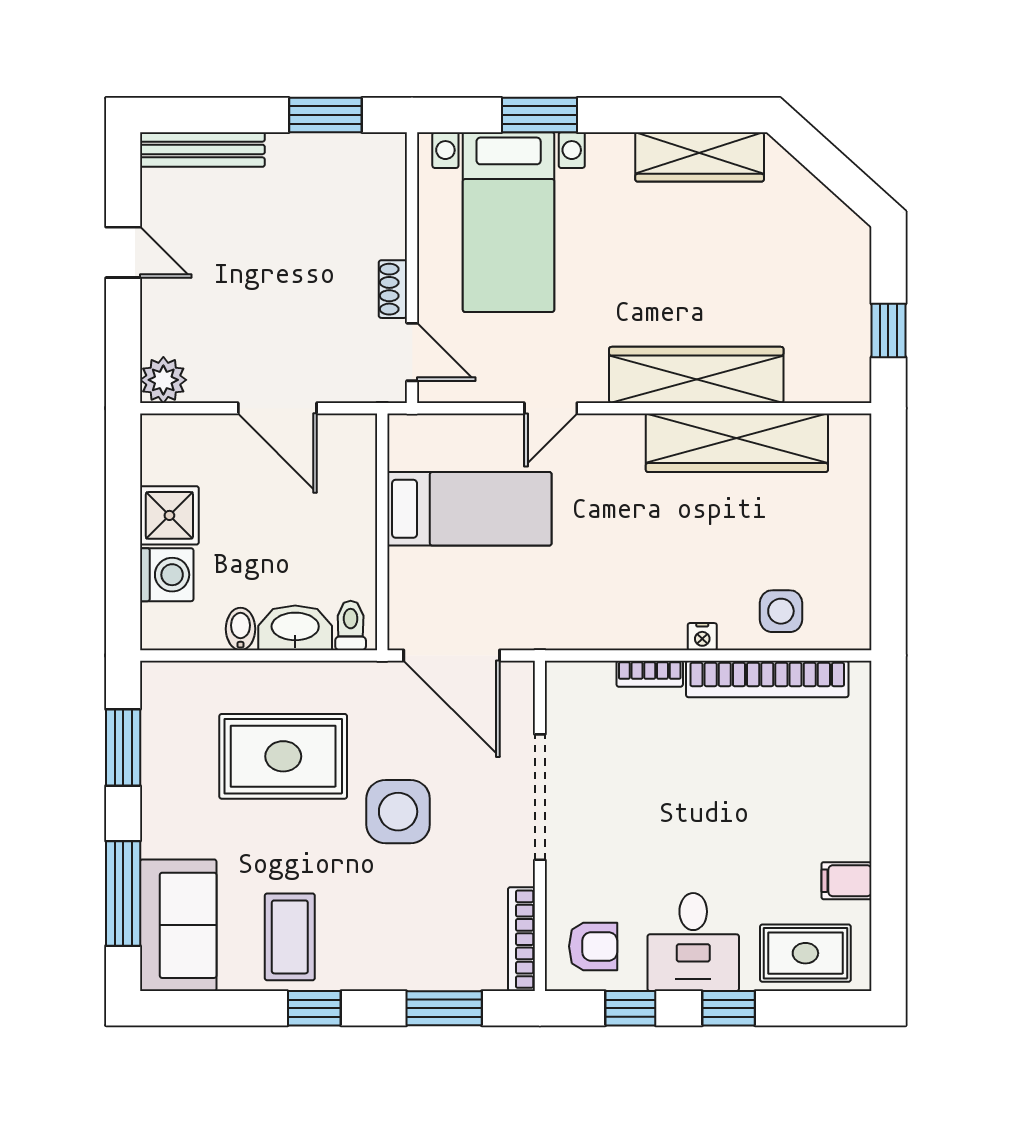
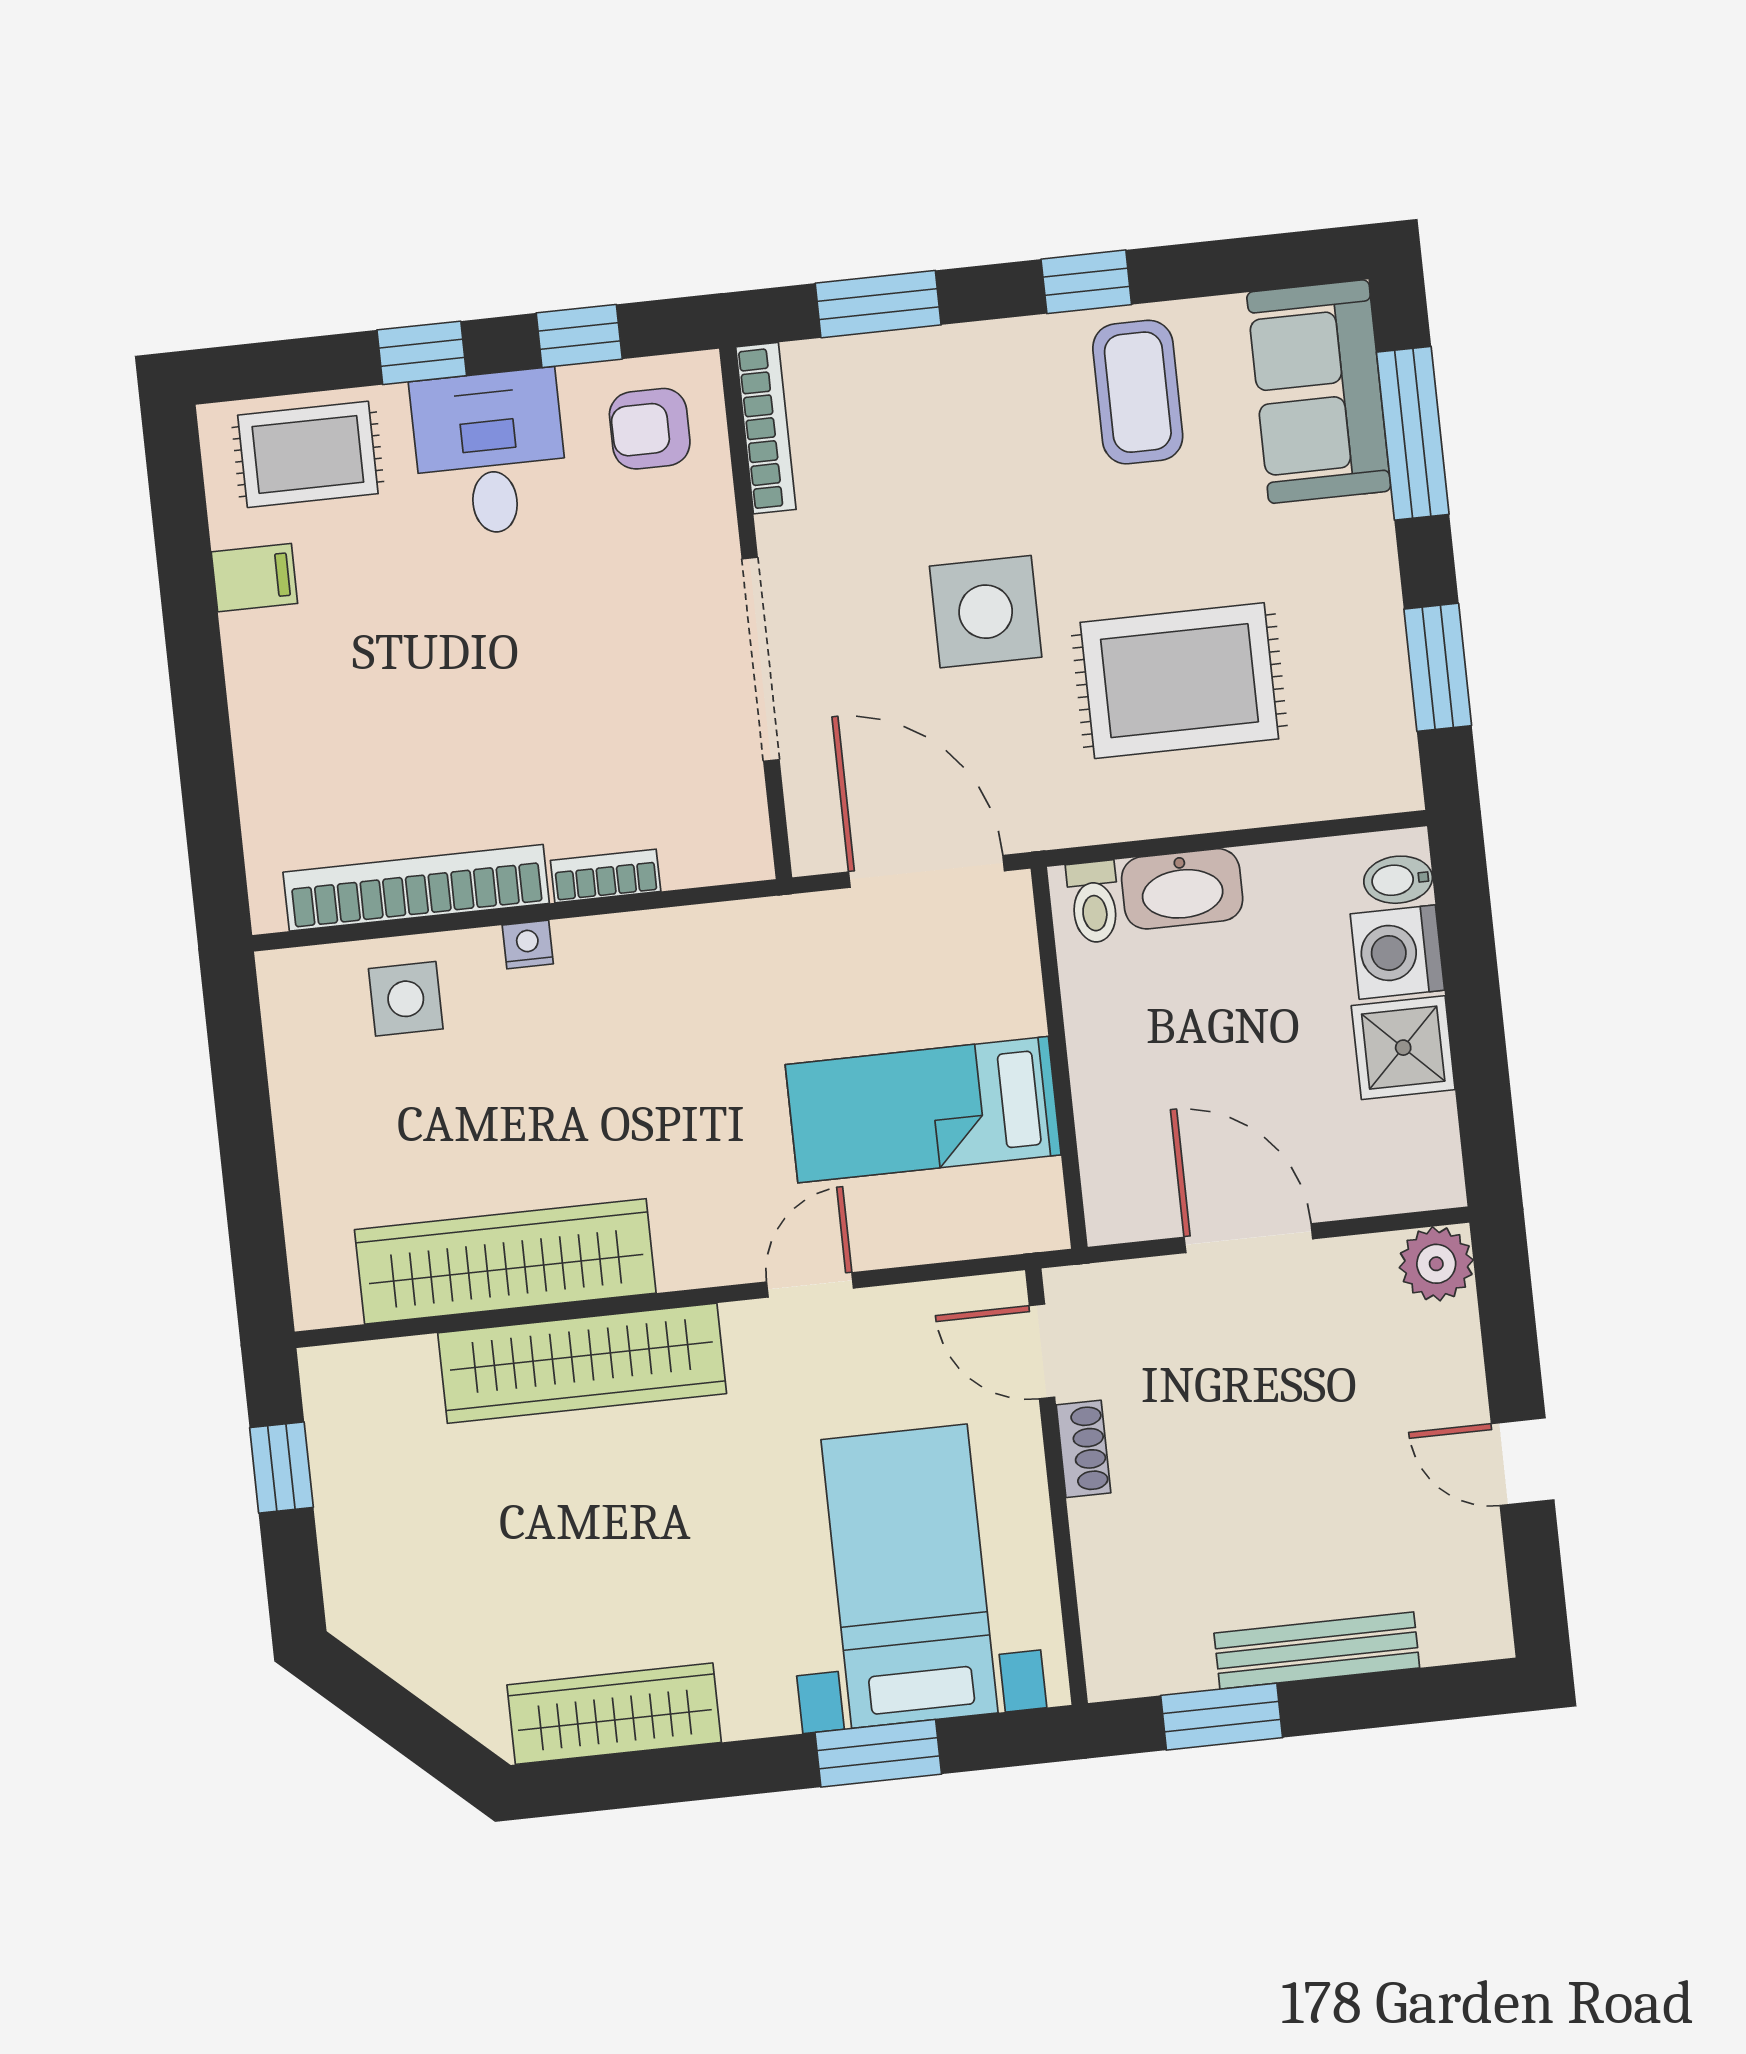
bench: (202, 149) -> (1317, 1650), moved
bidet: (241, 629) -> (1398, 880), moved, turned 90

